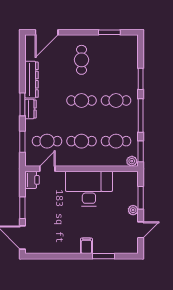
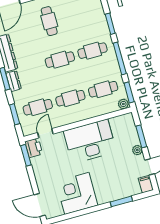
window: (22, 208) -> (26, 155), moved
corner desk: (62, 236) -> (77, 193), added
filing cabinet: (86, 246) -> (146, 184), moved

